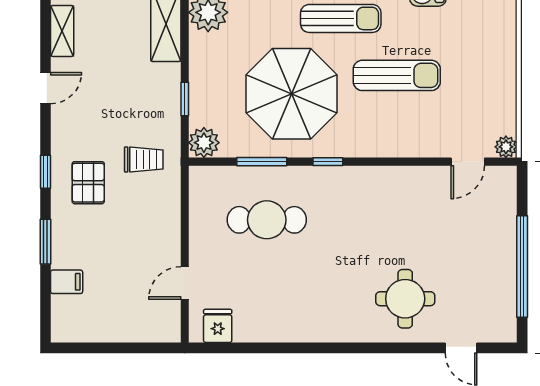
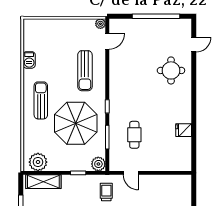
sun lounger: (397, 75) -> (85, 71), moved, turned 180
door: (468, 162) -> (107, 41), hinge flipped
cafe table: (267, 220) -> (134, 135), width x0.73, depth x0.74
door: (185, 283) -> (131, 173), moved
fridge: (218, 326) -> (184, 130), moved

